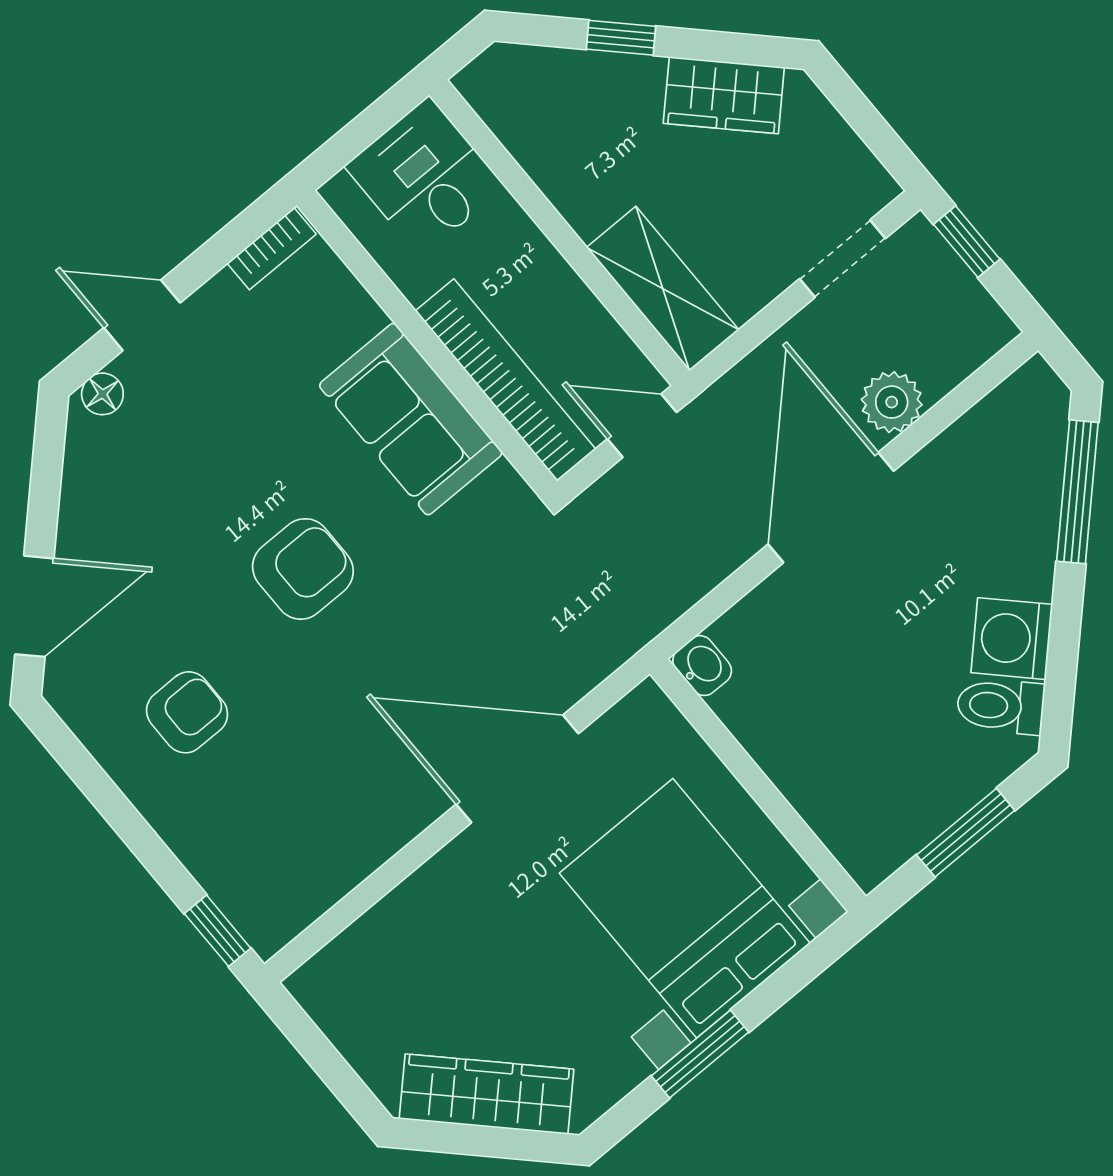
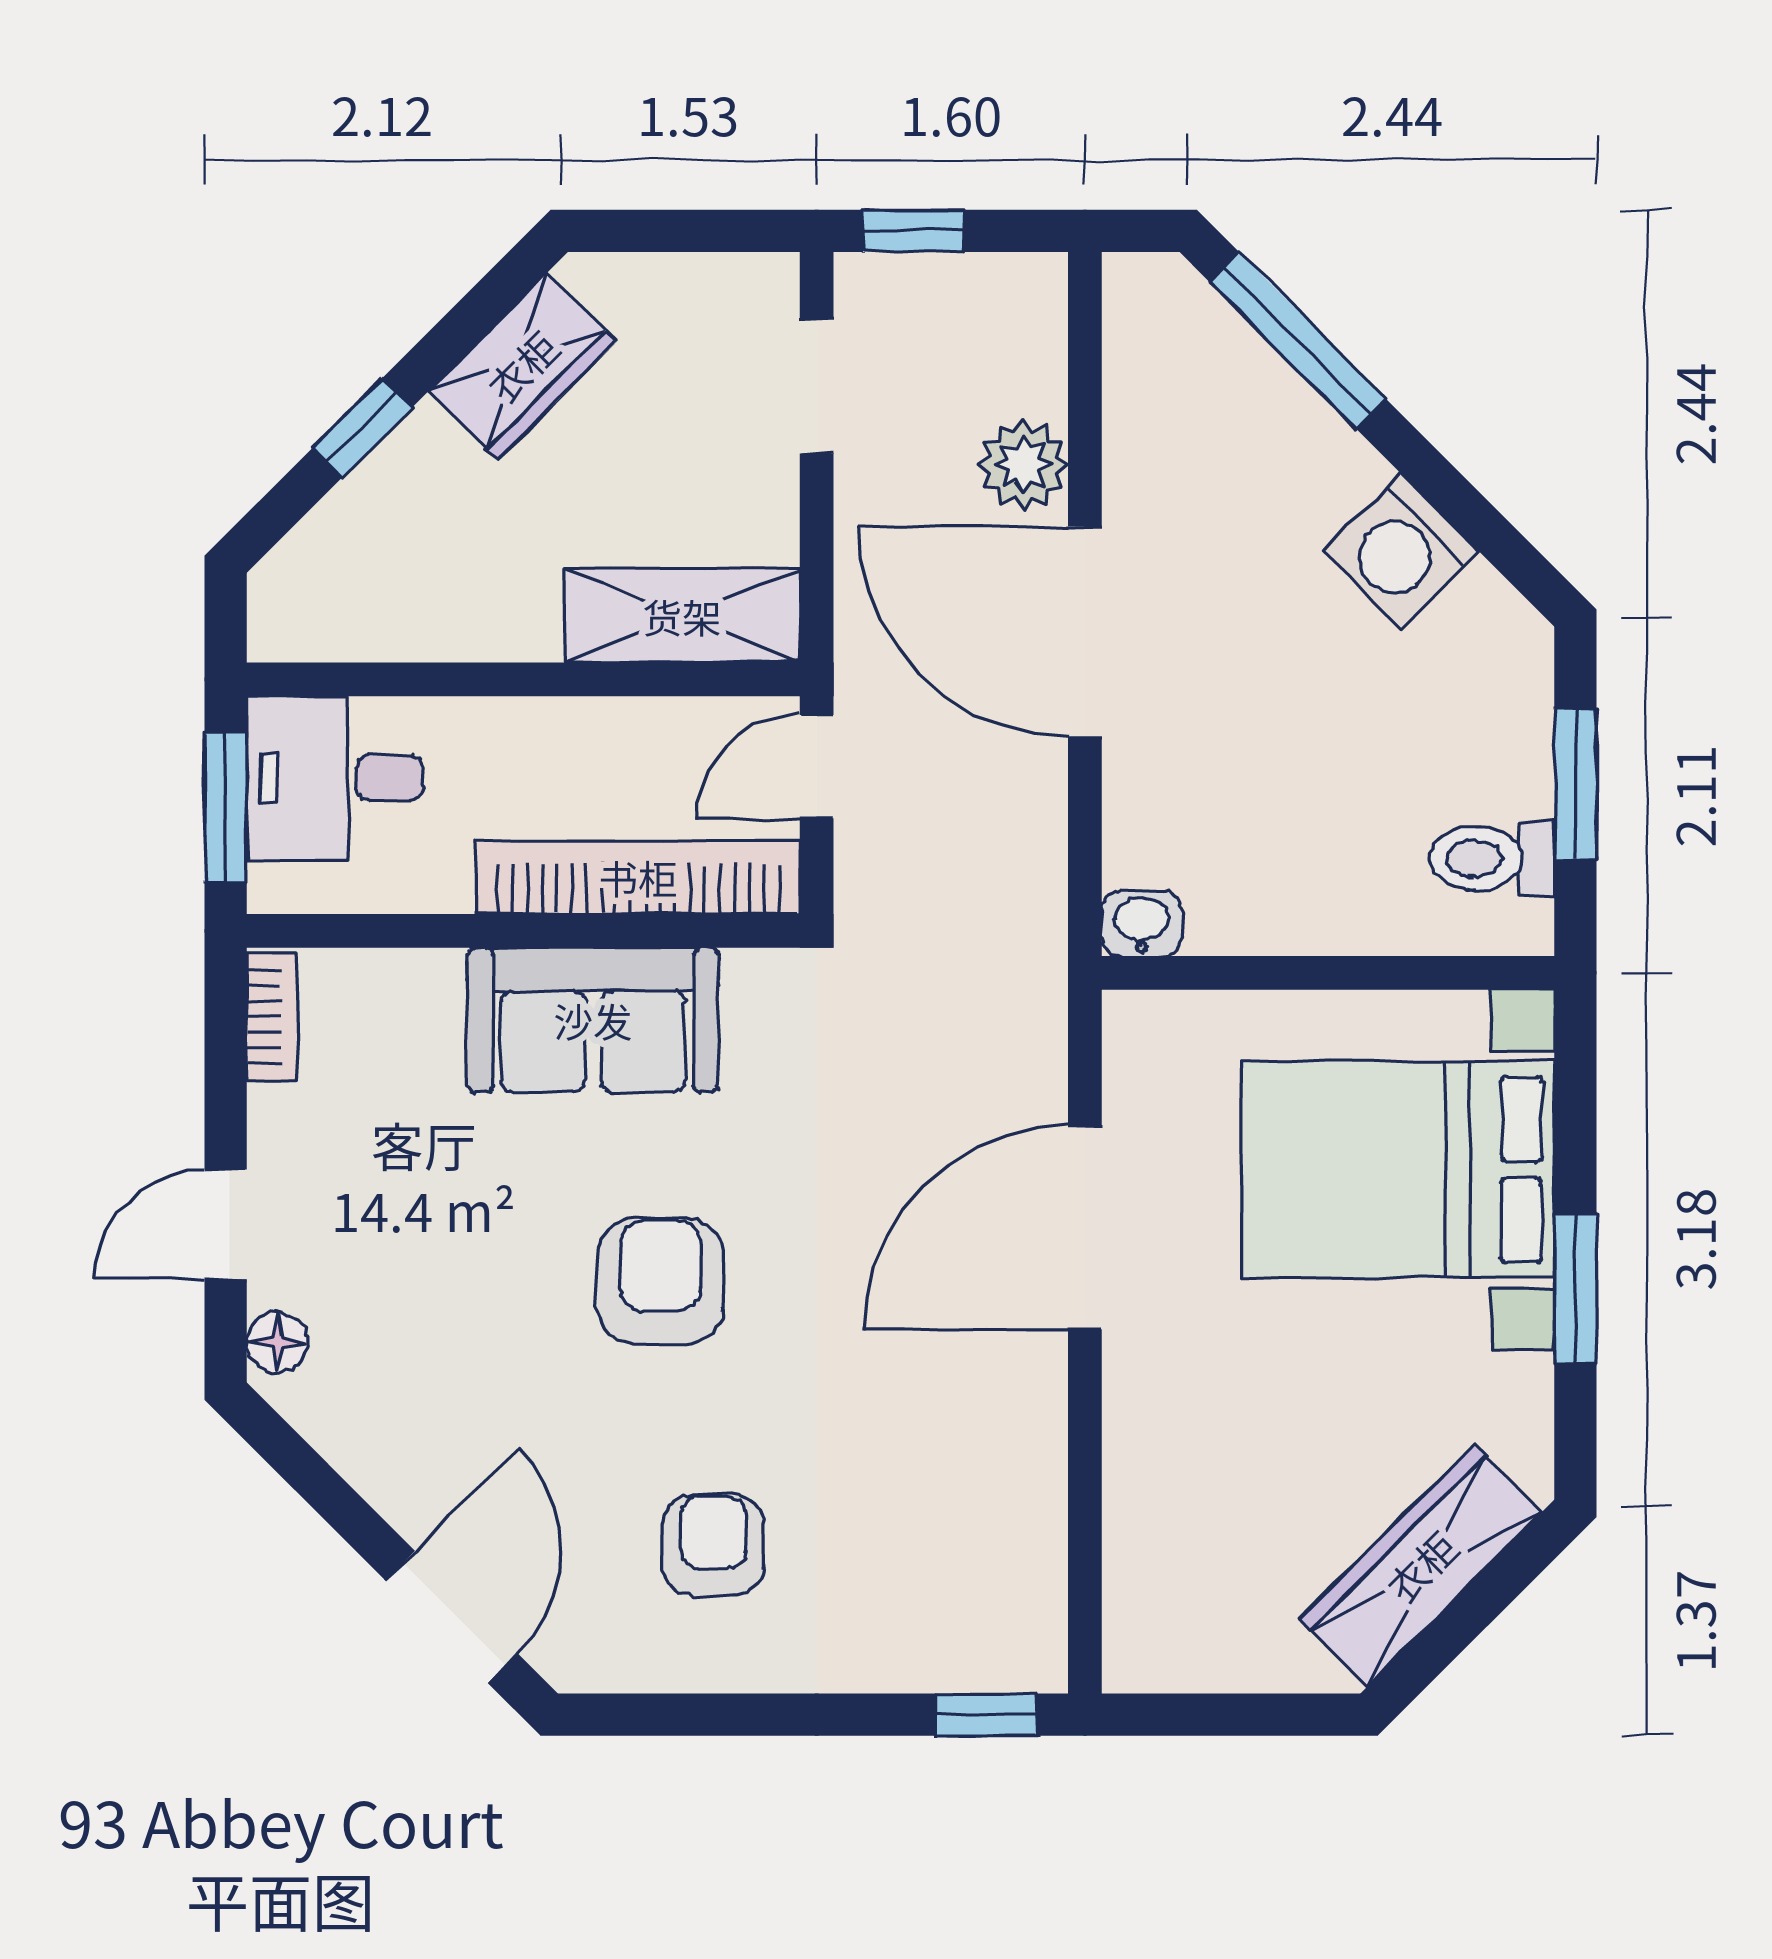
window: (361, 132) -> (226, 807), added
toilet: (1001, 706) -> (1492, 859), moved, turned 45

